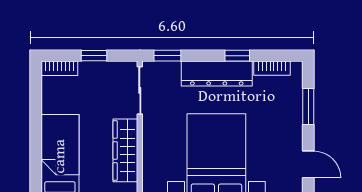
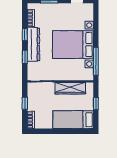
window: (167, 56) -> (25, 57), moved

